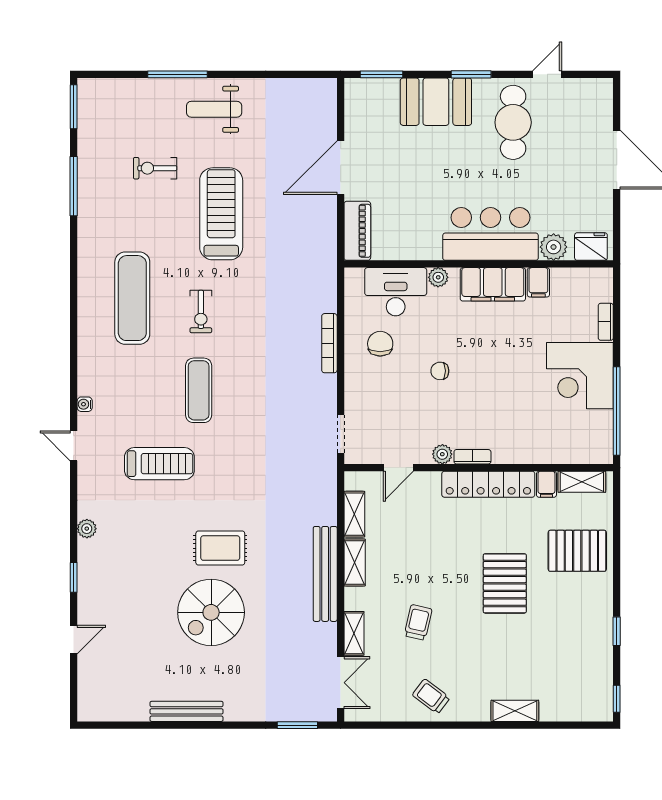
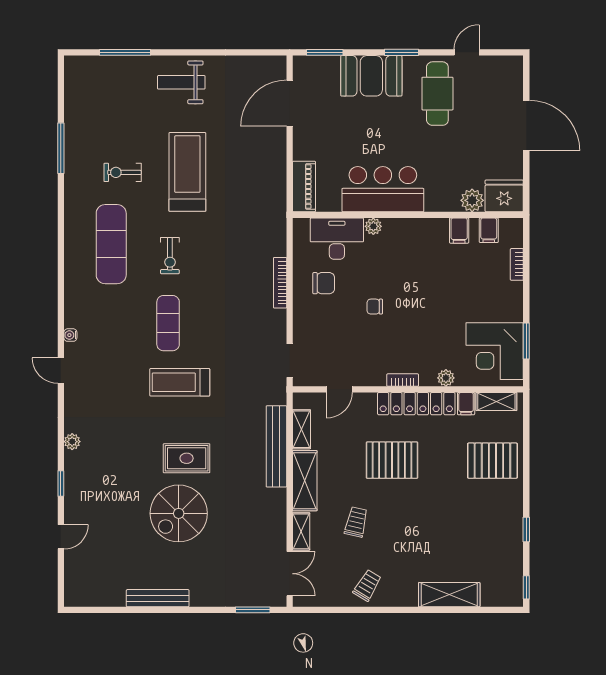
window: (178, 74) -> (125, 52), moved
window: (74, 107) -> (61, 80), removed
exercise bike: (155, 168) -> (123, 172), moved
door: (341, 168) -> (290, 103), moved
bar counter: (490, 234) -> (383, 189), moved
fridge: (591, 246) -> (504, 196), width x1.36, depth x1.34
filing cabinet: (493, 284) -> (489, 230), moved, width x0.33, depth x0.86
chair: (380, 344) -> (324, 283), turned 90
corner desk: (580, 376) -> (495, 351), moved
window: (617, 411) -> (526, 341), width x0.47
plant: (442, 454) -> (446, 378), moved
treadmill: (159, 464) -> (180, 382), moved, turned 180
shelving: (355, 562) -> (305, 481), width x1.50, depth x1.33
bench: (325, 574) -> (276, 446), moved
pallet: (505, 583) -> (392, 460), moved, turned 90
trolley: (431, 696) -> (367, 585), turned 84
shelving: (515, 711) -> (449, 595), width x1.50, depth x1.33

